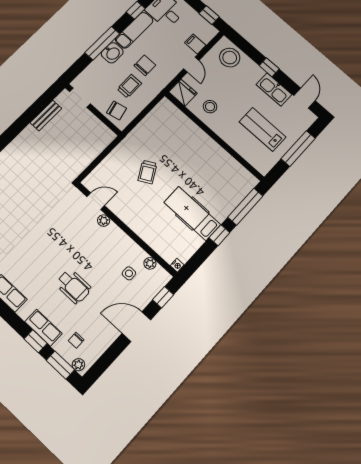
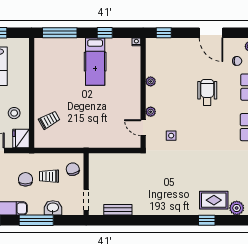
washbasin: (112, 53) -> (53, 208), moved
chair: (145, 65) -> (25, 179), turned 90
trolley: (147, 172) -> (49, 120), moved
window: (219, 235) -> (105, 33), moved
plant: (150, 263) -> (151, 81), moved
side table: (129, 273) -> (171, 136), moved
door: (136, 327) -> (211, 33), moved

